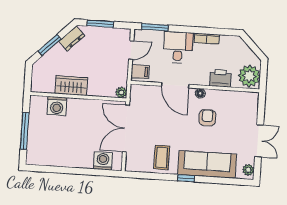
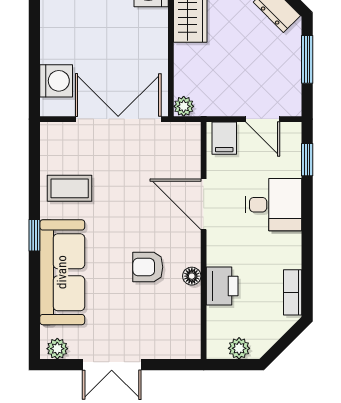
window: (155, 27) -> (307, 160), width x0.67
bookcase: (207, 39) -> (293, 292), moved
plant: (249, 76) -> (239, 348), width x0.53, depth x0.53
door: (175, 85) -> (204, 204), hinge flipped
floor lamp: (200, 93) -> (192, 276), moved
armchair: (207, 118) -> (148, 267), turned 180

